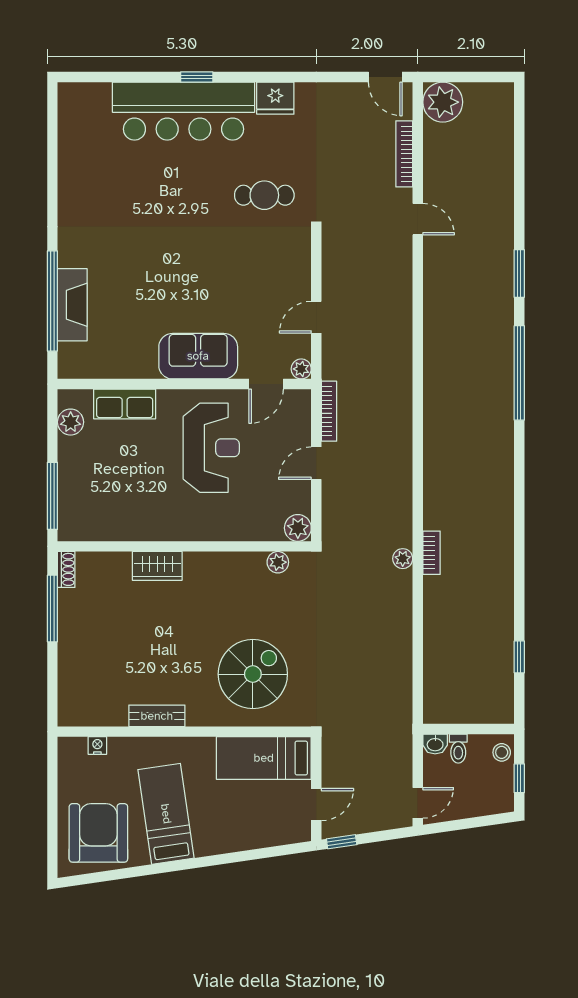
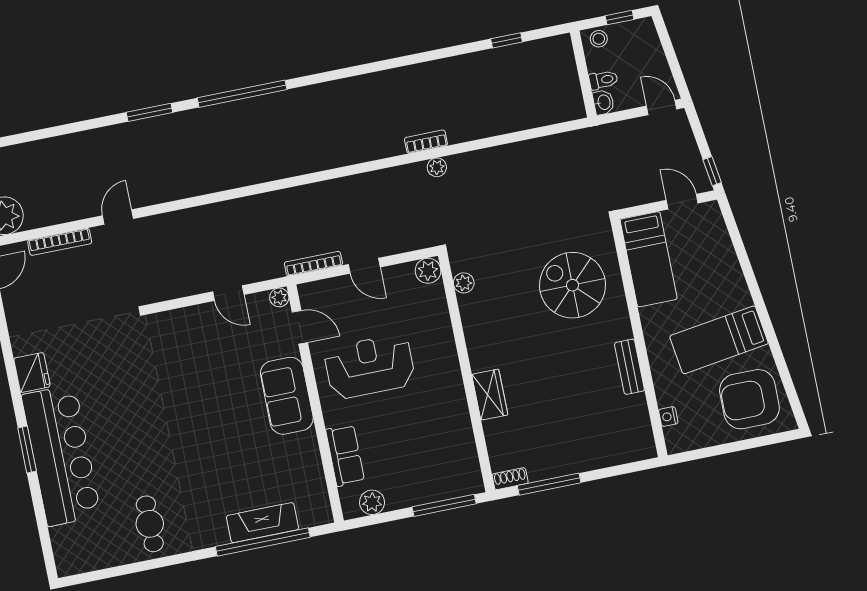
window: (197, 77) -> (27, 449), width x1.50
cafe table: (264, 195) -> (150, 524), moved

